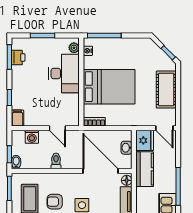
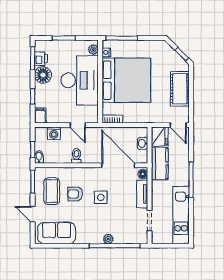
desk: (64, 73) -> (80, 80), width x1.36, depth x1.30
floor lamp: (20, 75) -> (43, 75), added
bed: (109, 87) -> (126, 80), width x1.36

